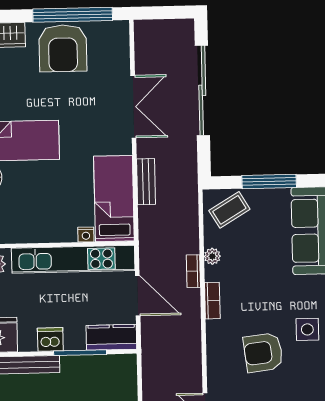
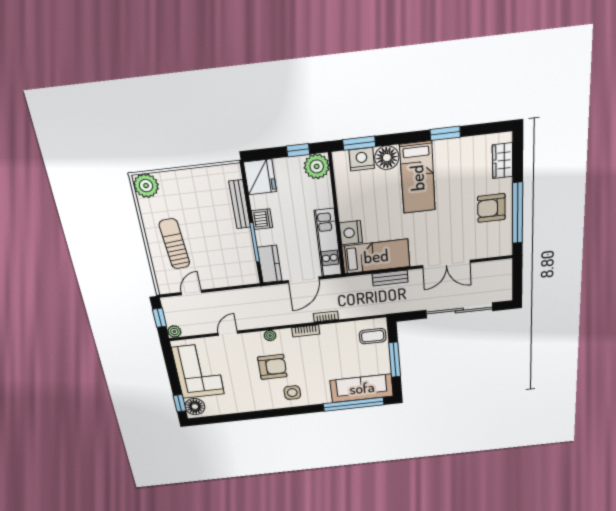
armchair: (63, 48) -> (491, 208), width x0.73, depth x0.73
coffee table: (229, 210) -> (373, 336), turned -59
nightstand: (86, 235) -> (351, 233), width x1.89, depth x1.79
plant: (212, 256) -> (270, 336), moved
kitchen unit: (73, 259) -> (328, 243), width x0.73
armchair: (263, 352) -> (272, 367), turned 97

